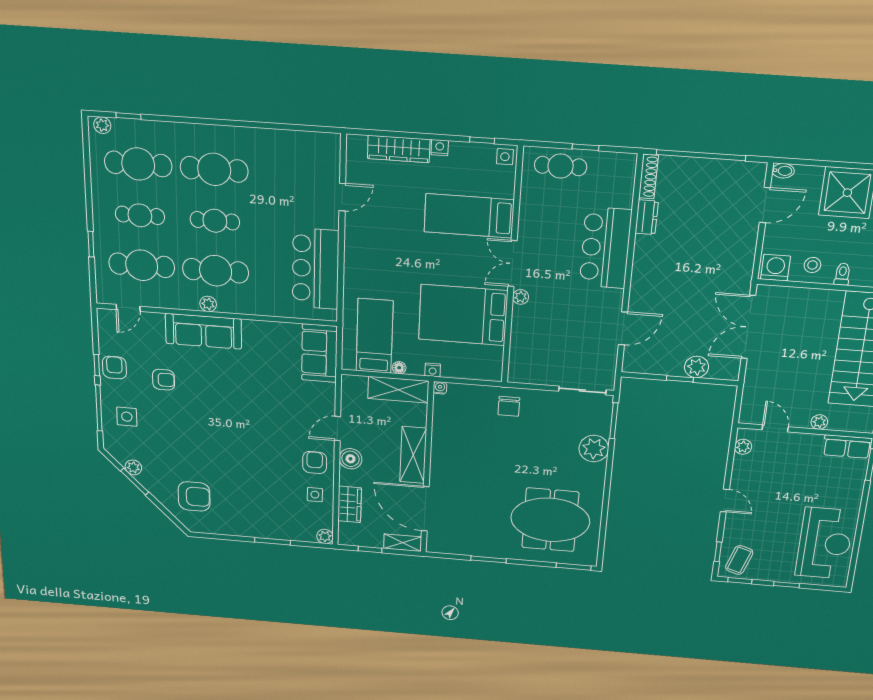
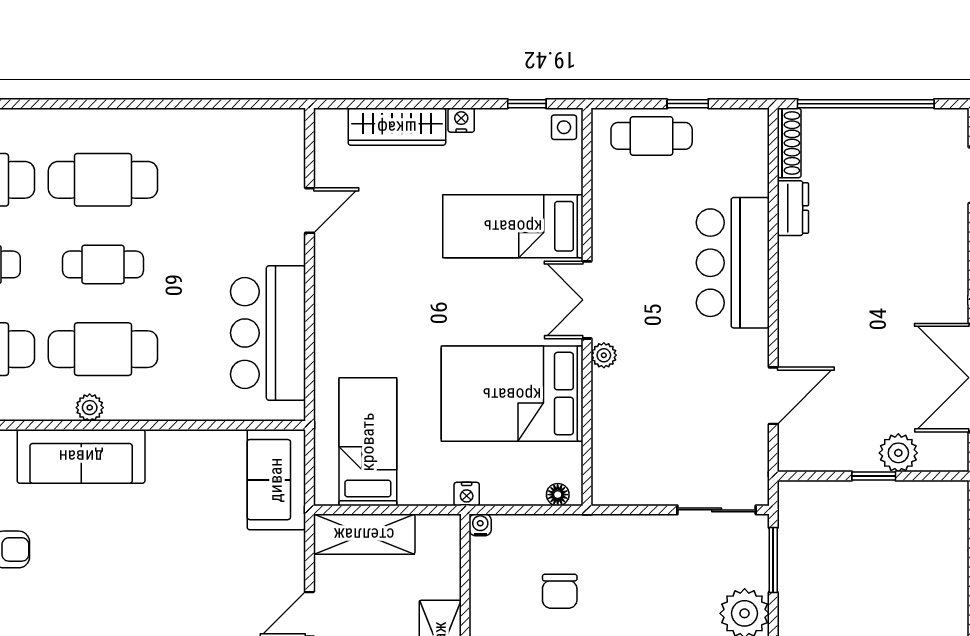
floor lamp: (399, 368) -> (558, 495), moved
shelving: (398, 390) -> (364, 534), moved
chair: (509, 406) -> (560, 591), moved

